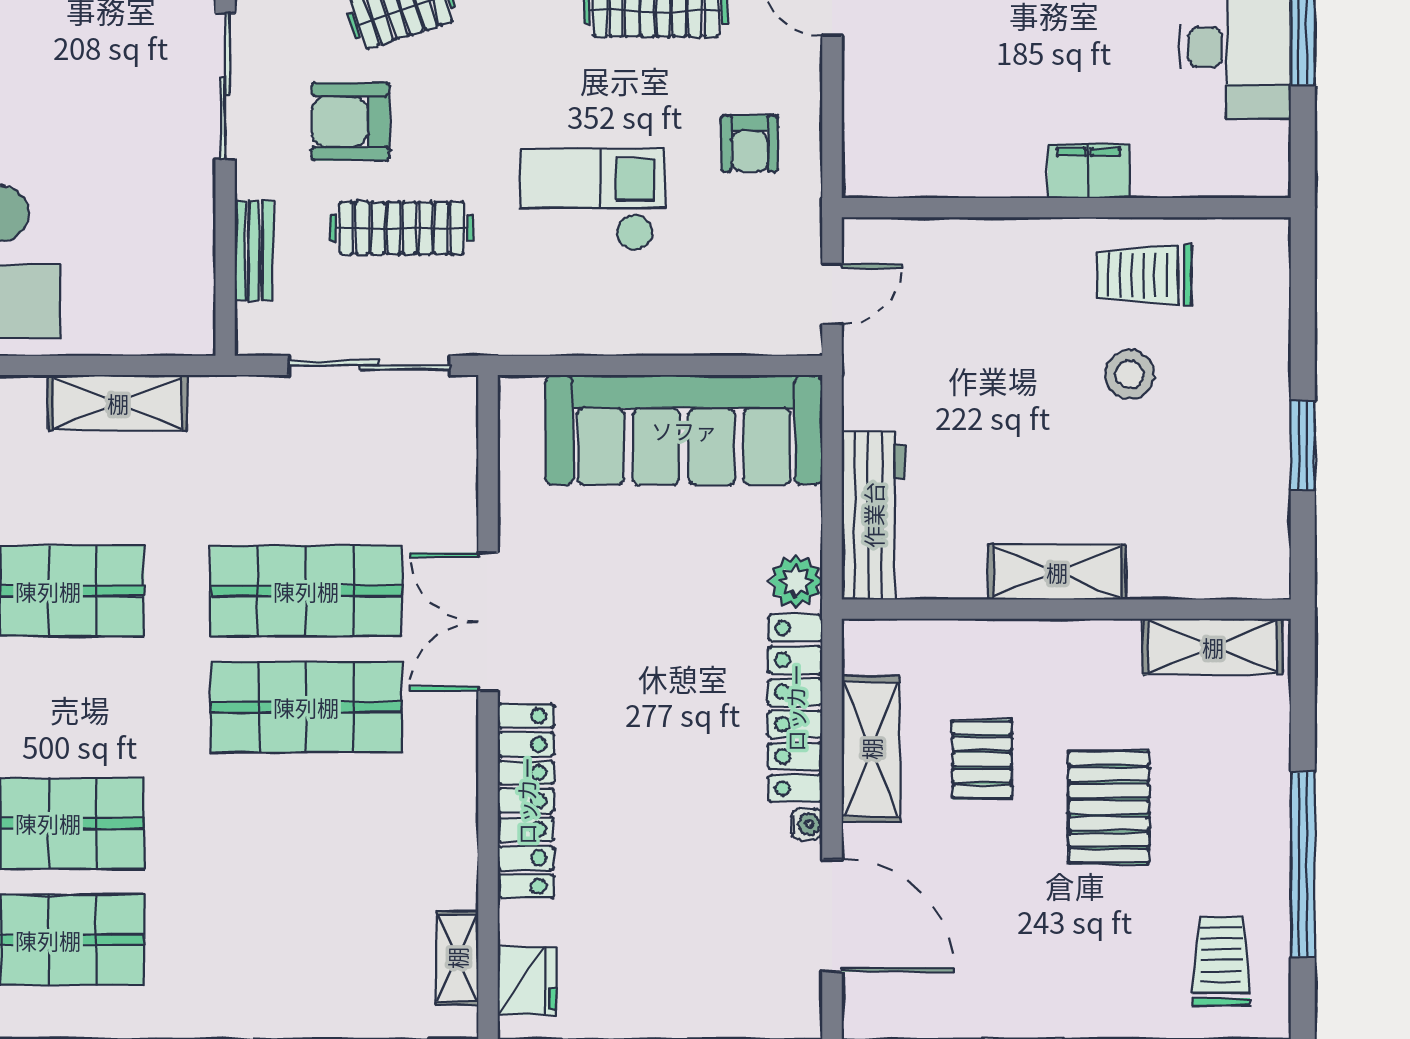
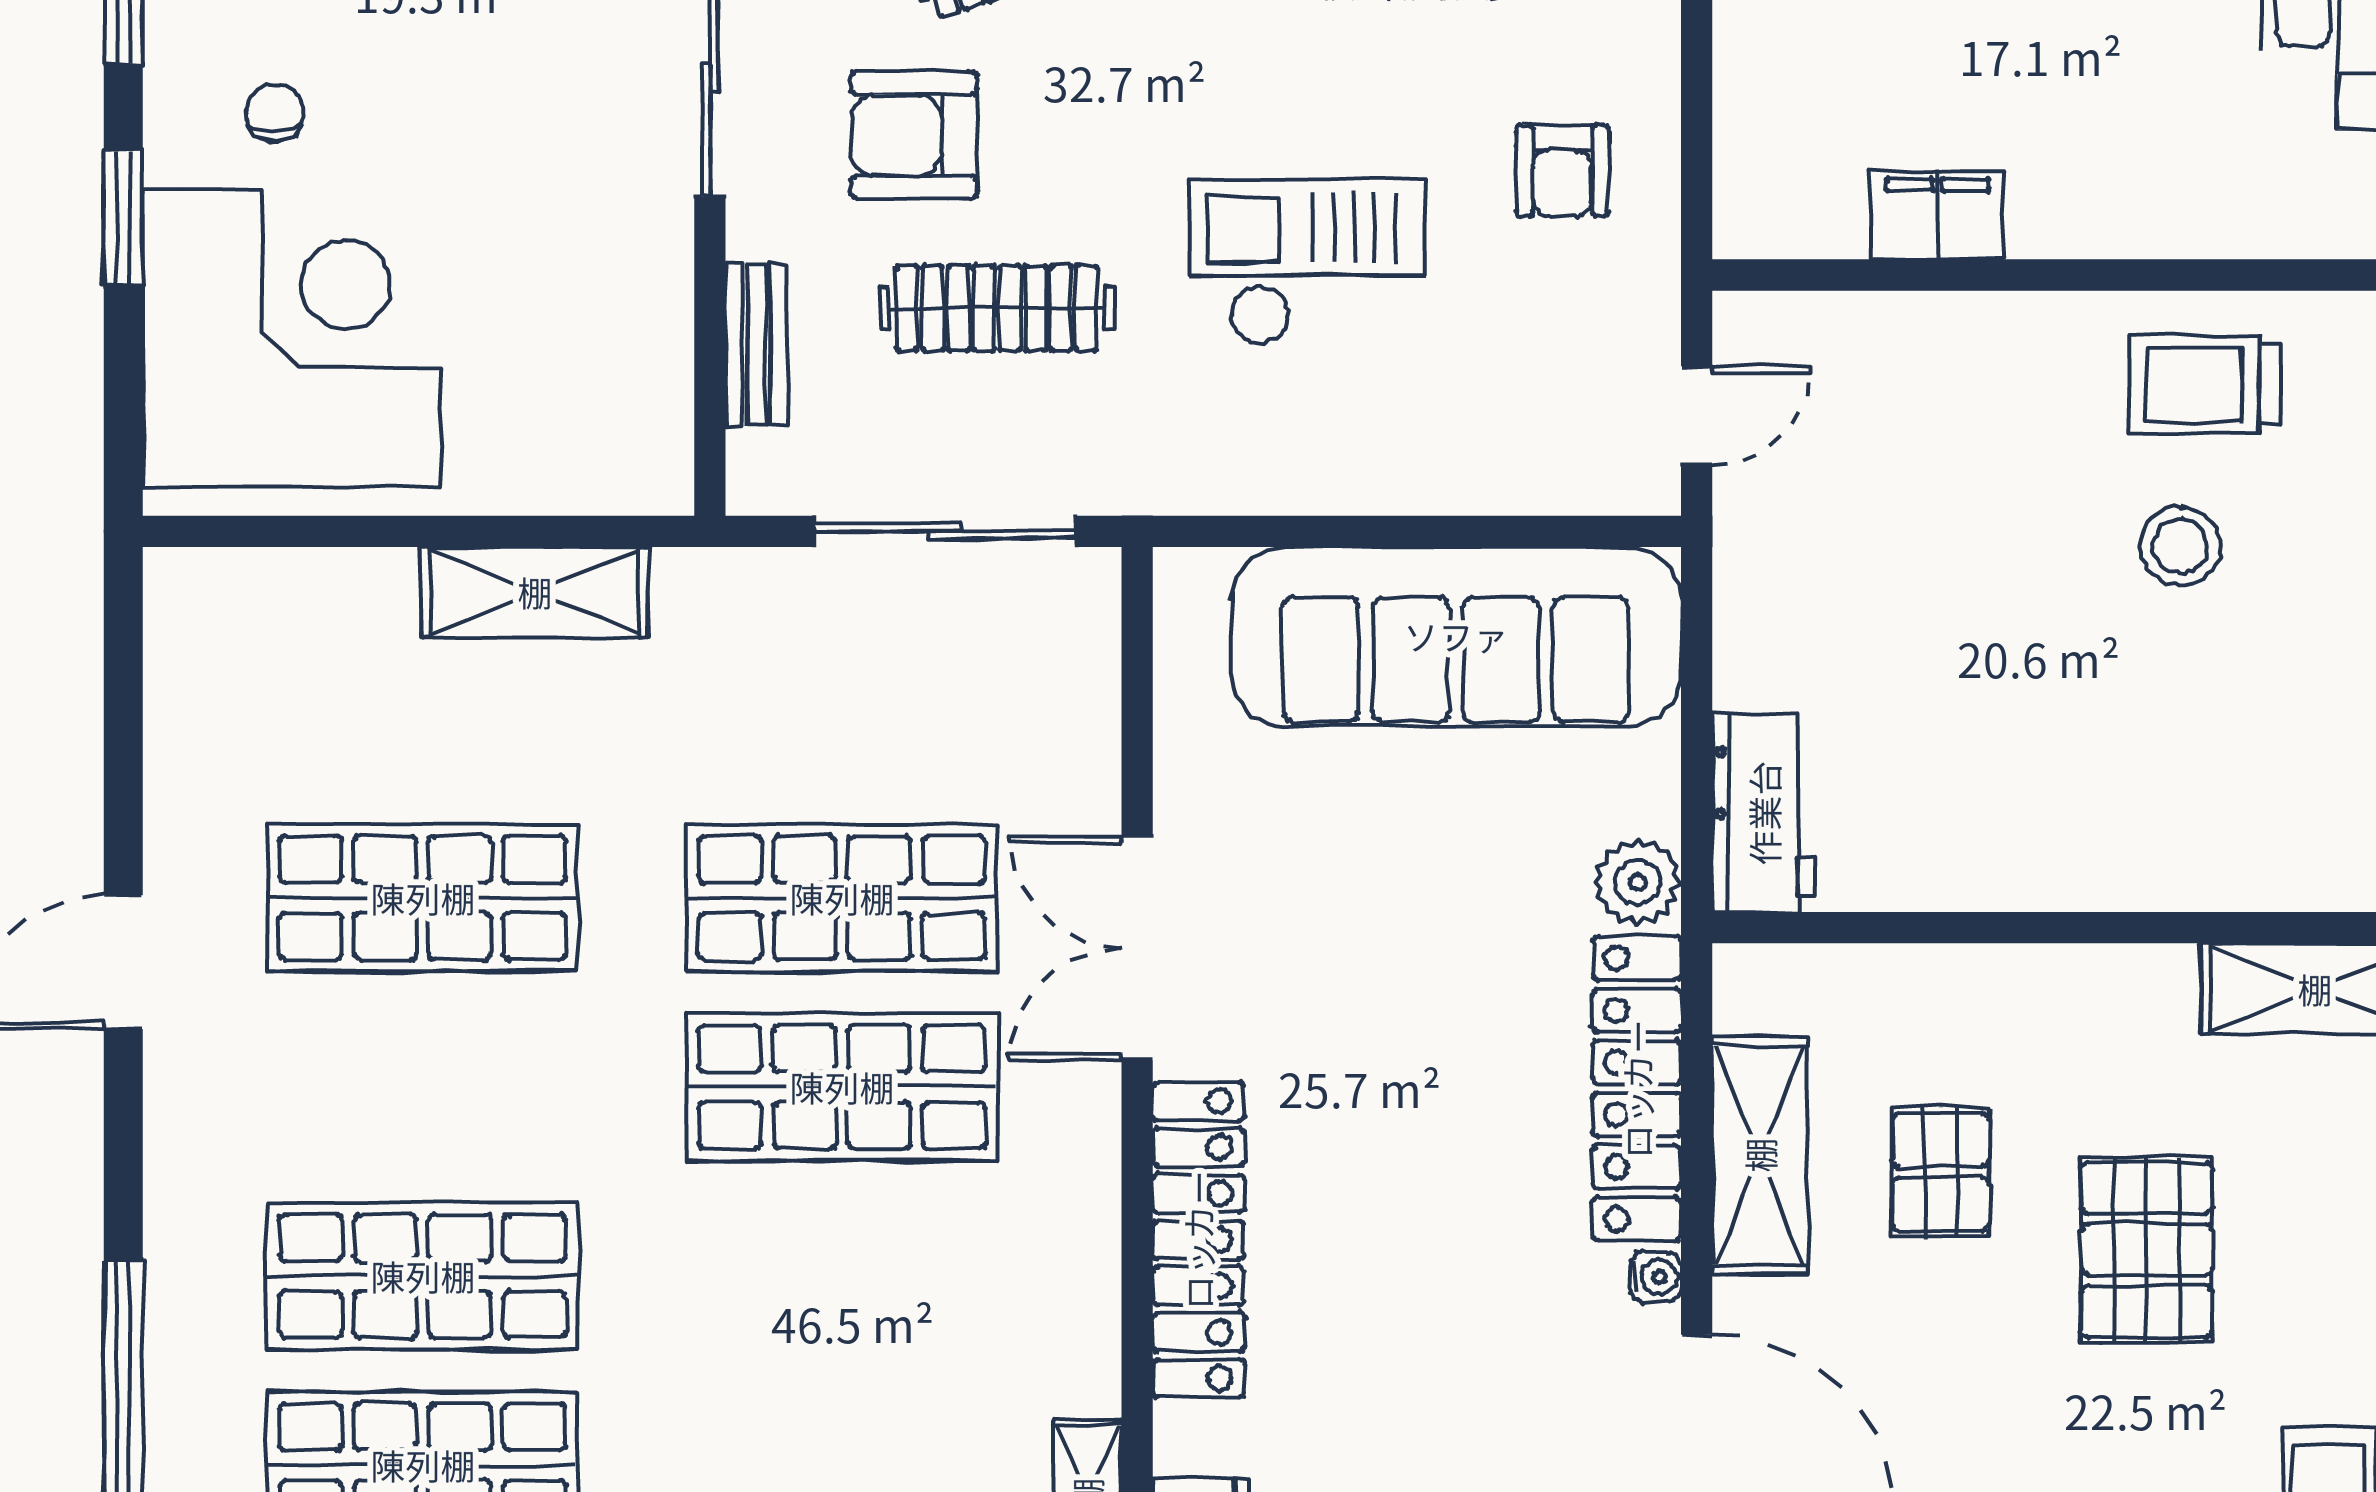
filing cabinet: (1089, 171) -> (1937, 215), moved
workbench: (873, 515) -> (1764, 813), width x0.73
shelving: (1057, 572) -> (2062, 867), removed

